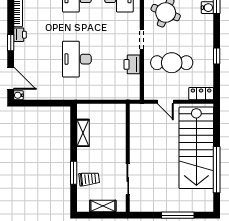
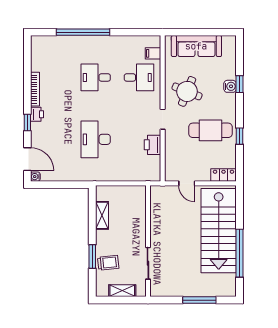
cafe table: (172, 63) -> (210, 130), moved

